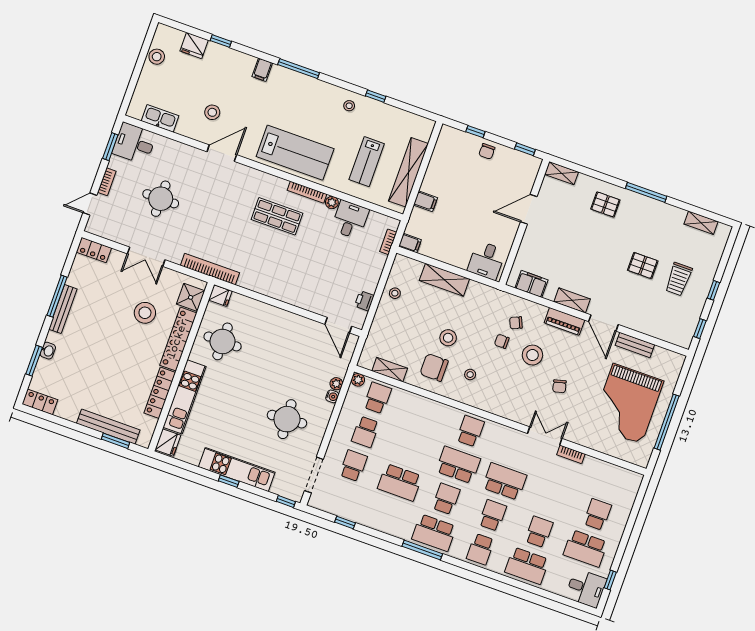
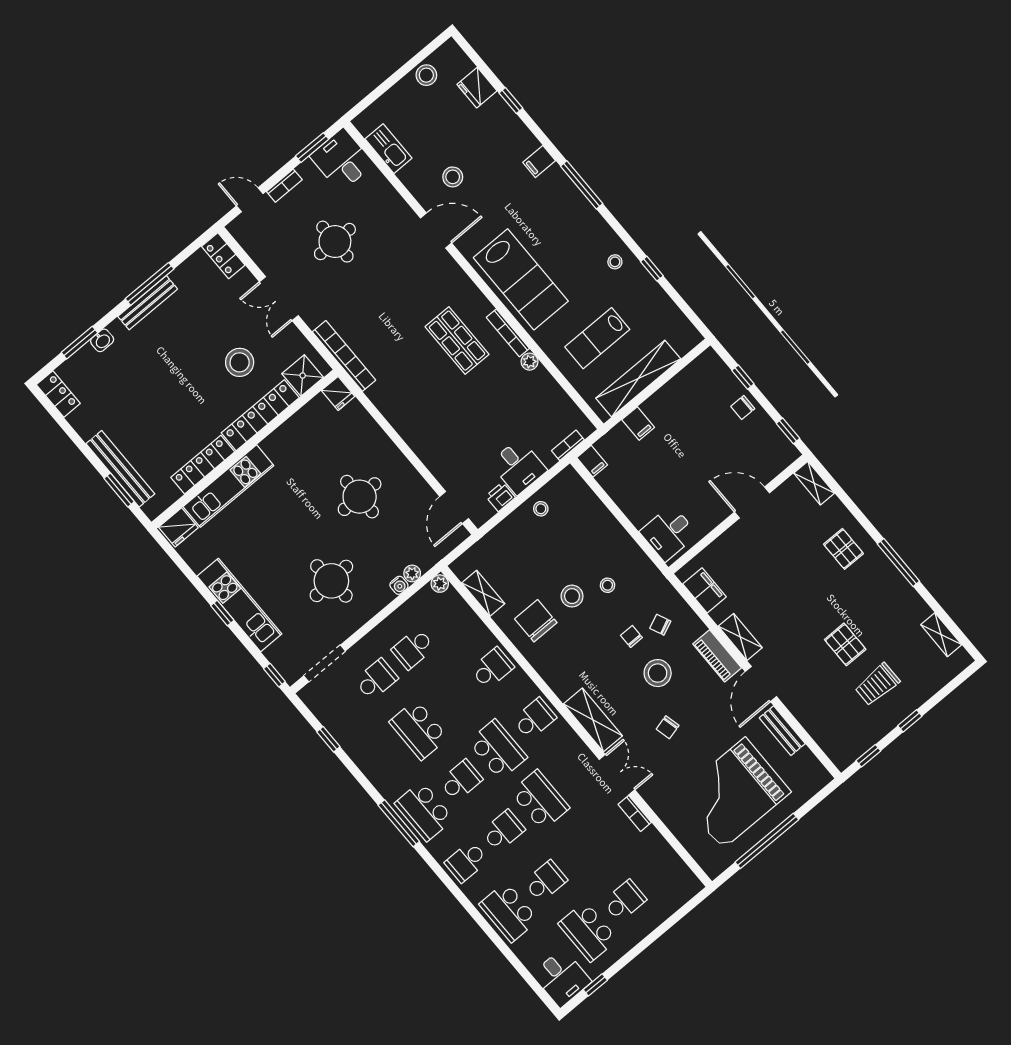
desk: (350, 220) -> (518, 467), moved, turned 90
shelving: (444, 280) -> (593, 720), moved
round table: (223, 341) -> (360, 497), moved
stool: (470, 375) -> (607, 585), moved
school desk: (377, 398) -> (492, 668), moved

